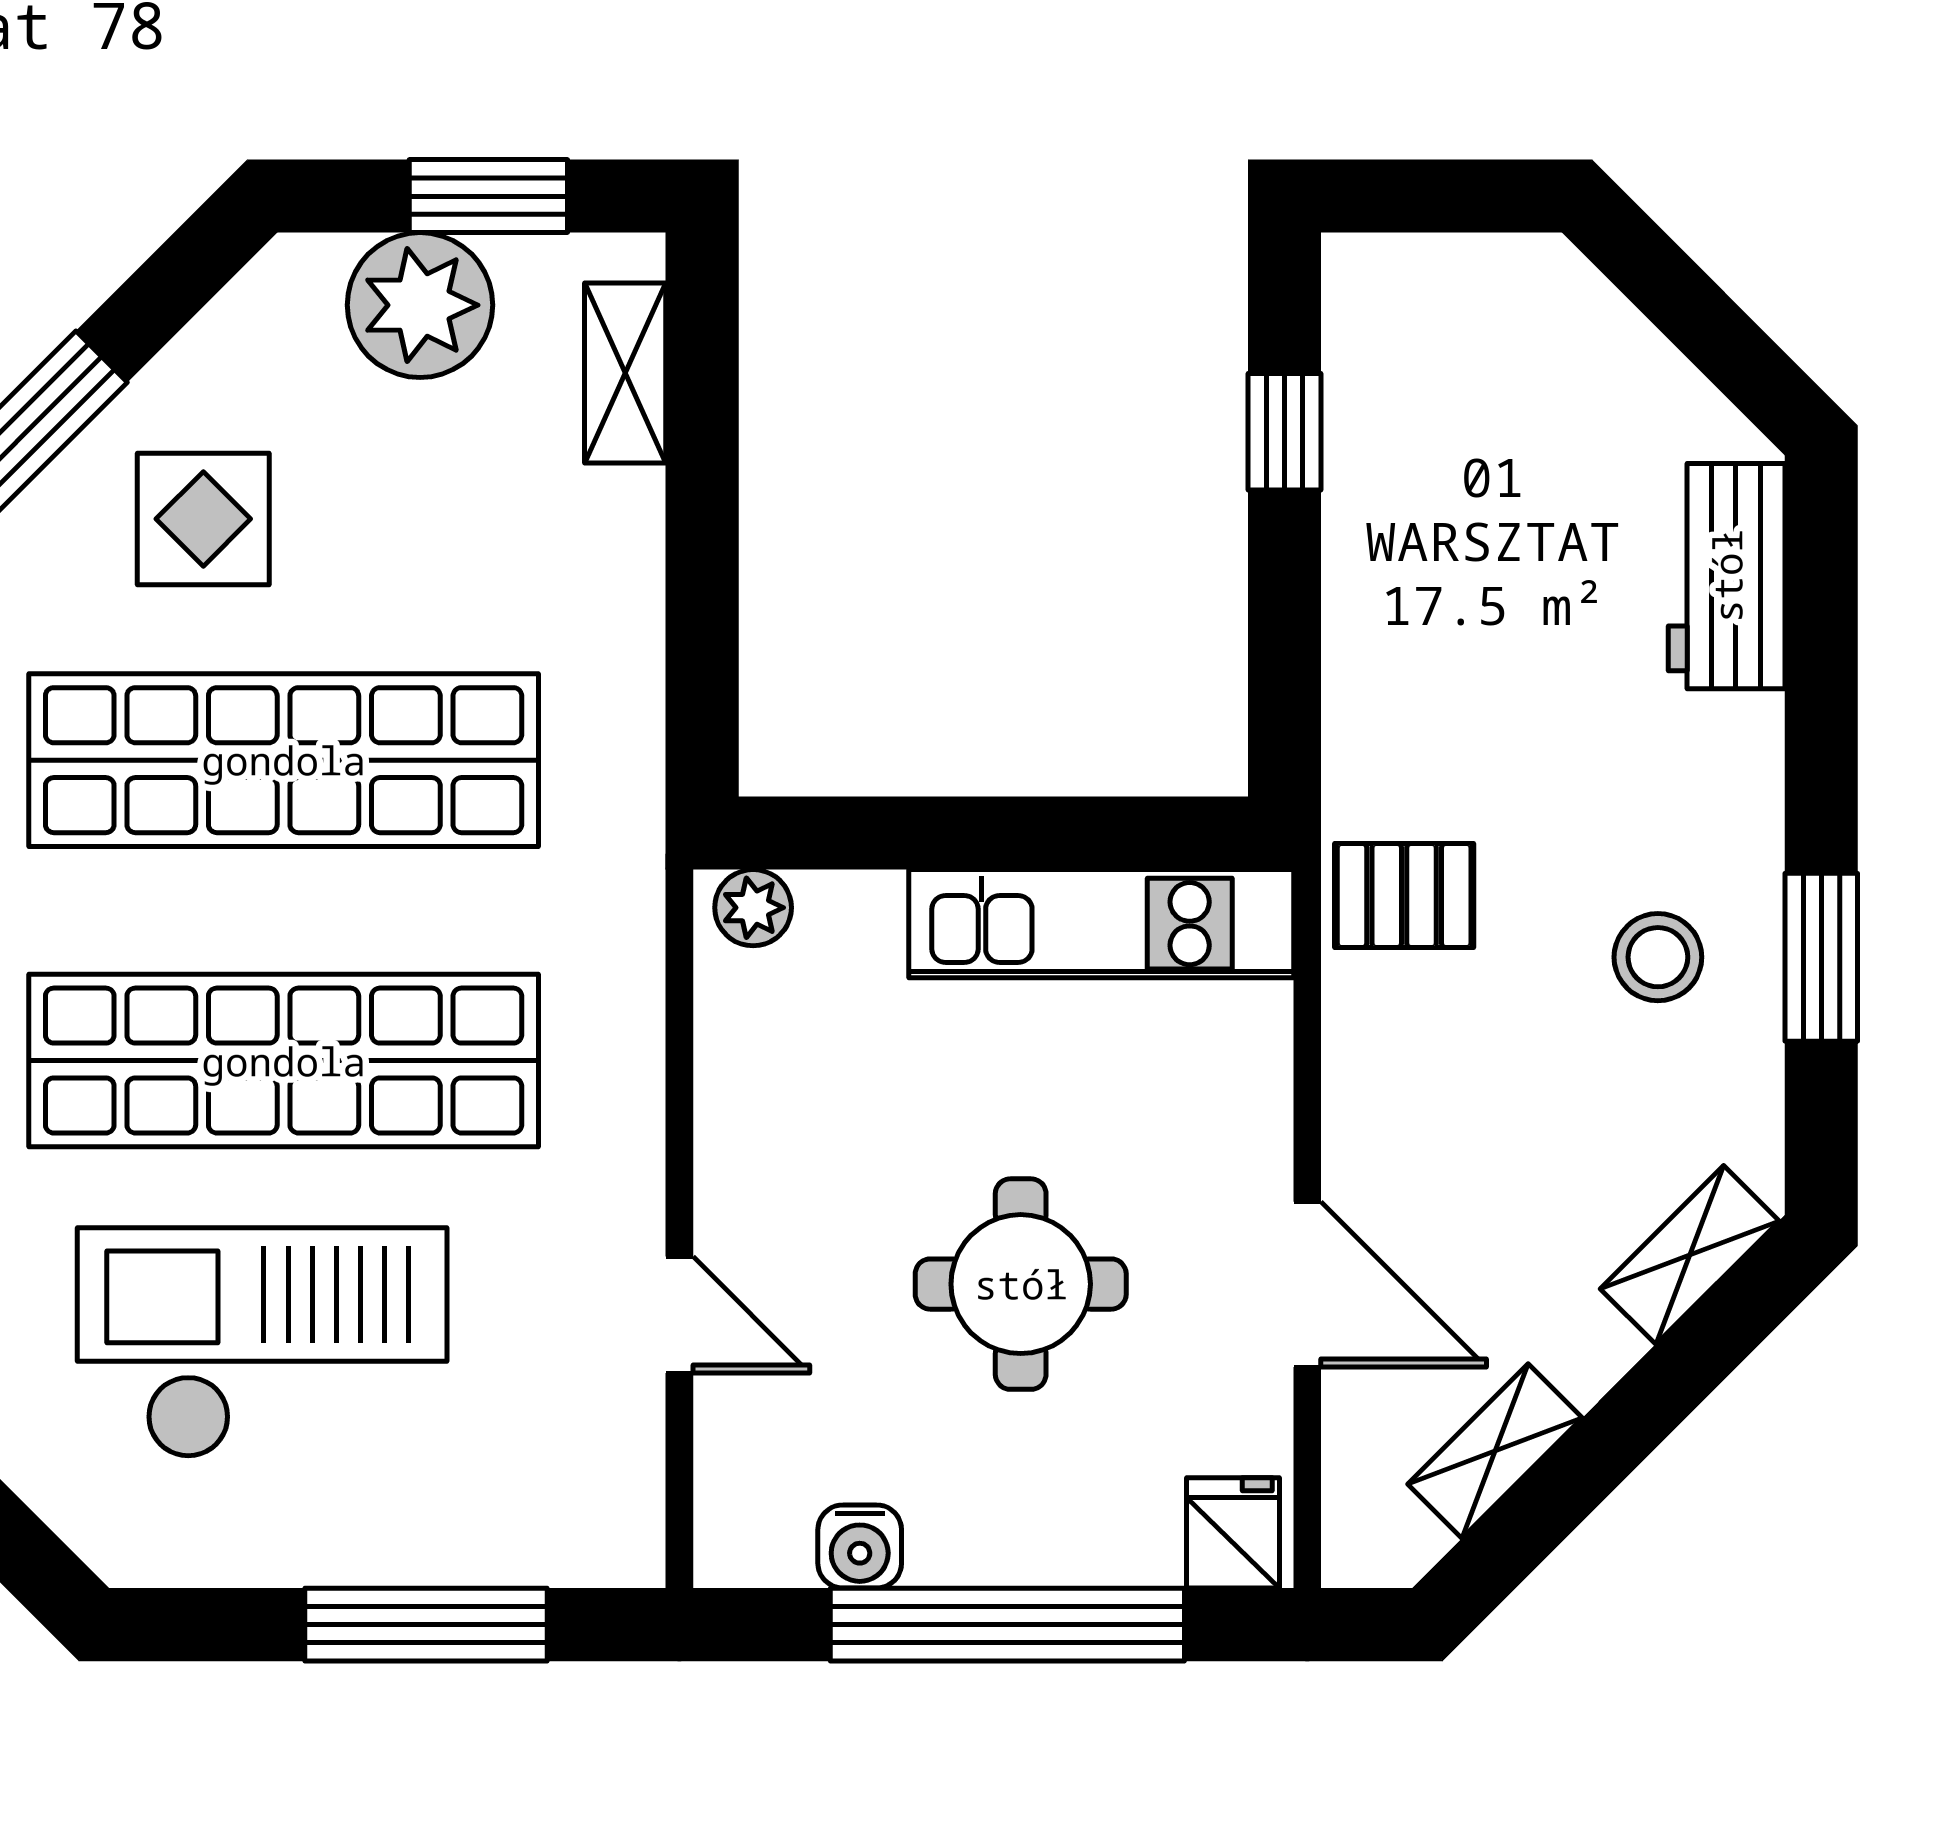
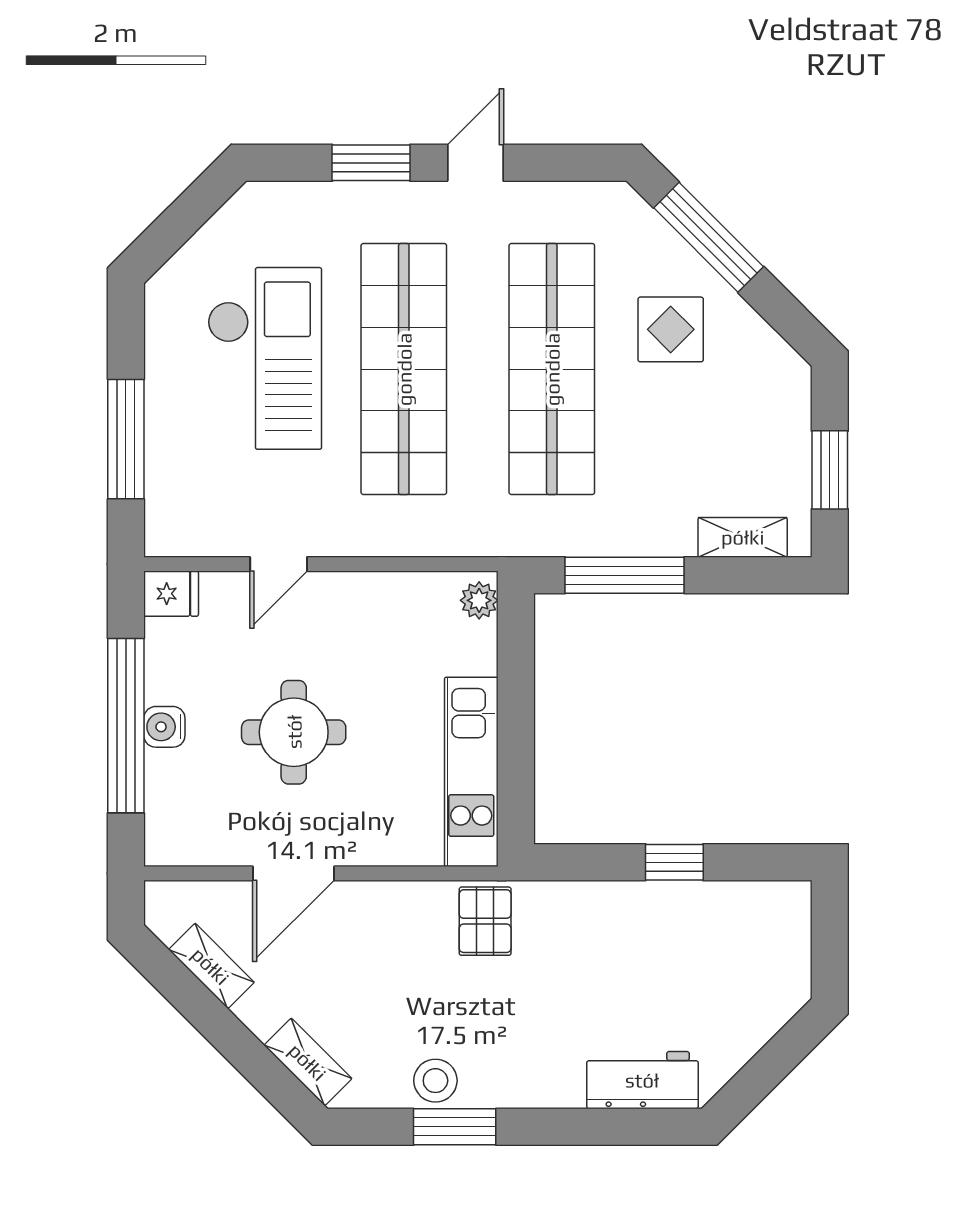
plant: (420, 305) -> (776, 436), removed
window: (1284, 432) -> (674, 862), moved
window: (702, 613) -> (625, 575), added
stool: (1658, 957) -> (435, 1081), moved
fridge: (1233, 1533) -> (171, 594), moved
water cooler: (860, 1546) -> (164, 727), moved

